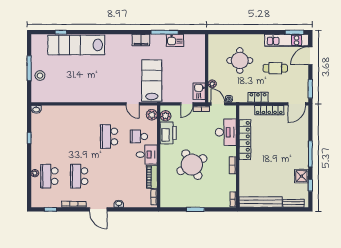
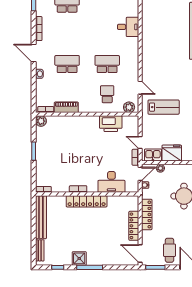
cafe table: (275, 68) -> (169, 250), moved
fridge: (197, 73) -> (172, 153), added
lab bench: (152, 81) -> (164, 107), width x0.73, depth x0.72
locker: (258, 97) -> (147, 214), width x1.53
door: (133, 104) -> (140, 88), swing flipped
plant: (166, 116) -> (41, 121), moved
locker: (245, 140) -> (87, 201), moved
desk: (147, 155) -> (128, 27), moved, turned -90
round table: (192, 165) -> (79, 148), removed
school desk: (79, 176) -> (67, 64), moved
shower: (301, 176) -> (79, 258), moved
door: (98, 209) -> (34, 53), hinge flipped

